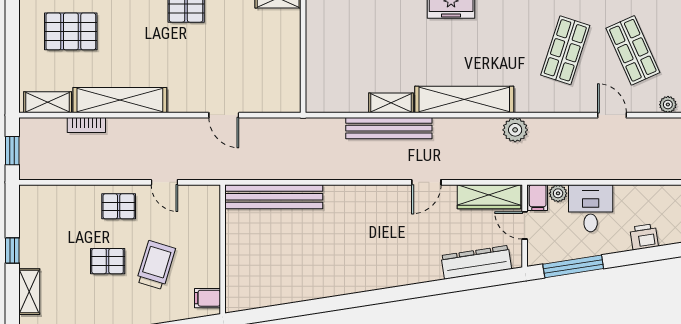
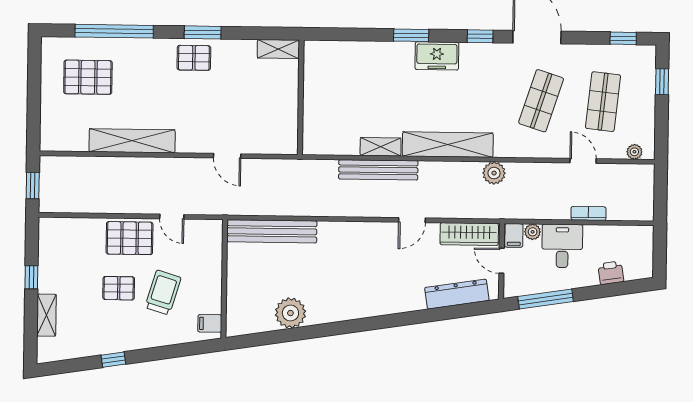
shop shelf: (633, 50) -> (603, 102), turned 30
shelving: (48, 102) -> (66, 142), removed
bookcase: (86, 125) -> (589, 213), moved, turned 180
pallet: (119, 206) -> (130, 238), width x1.50, depth x1.42
plant: (295, 286) -> (290, 313), added

